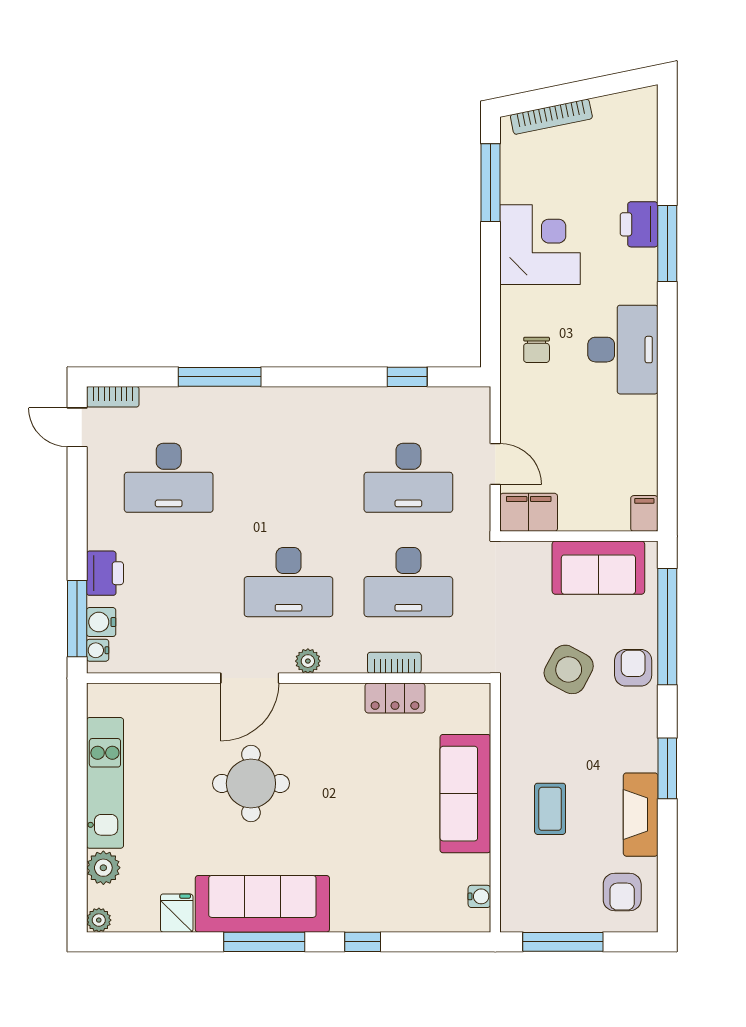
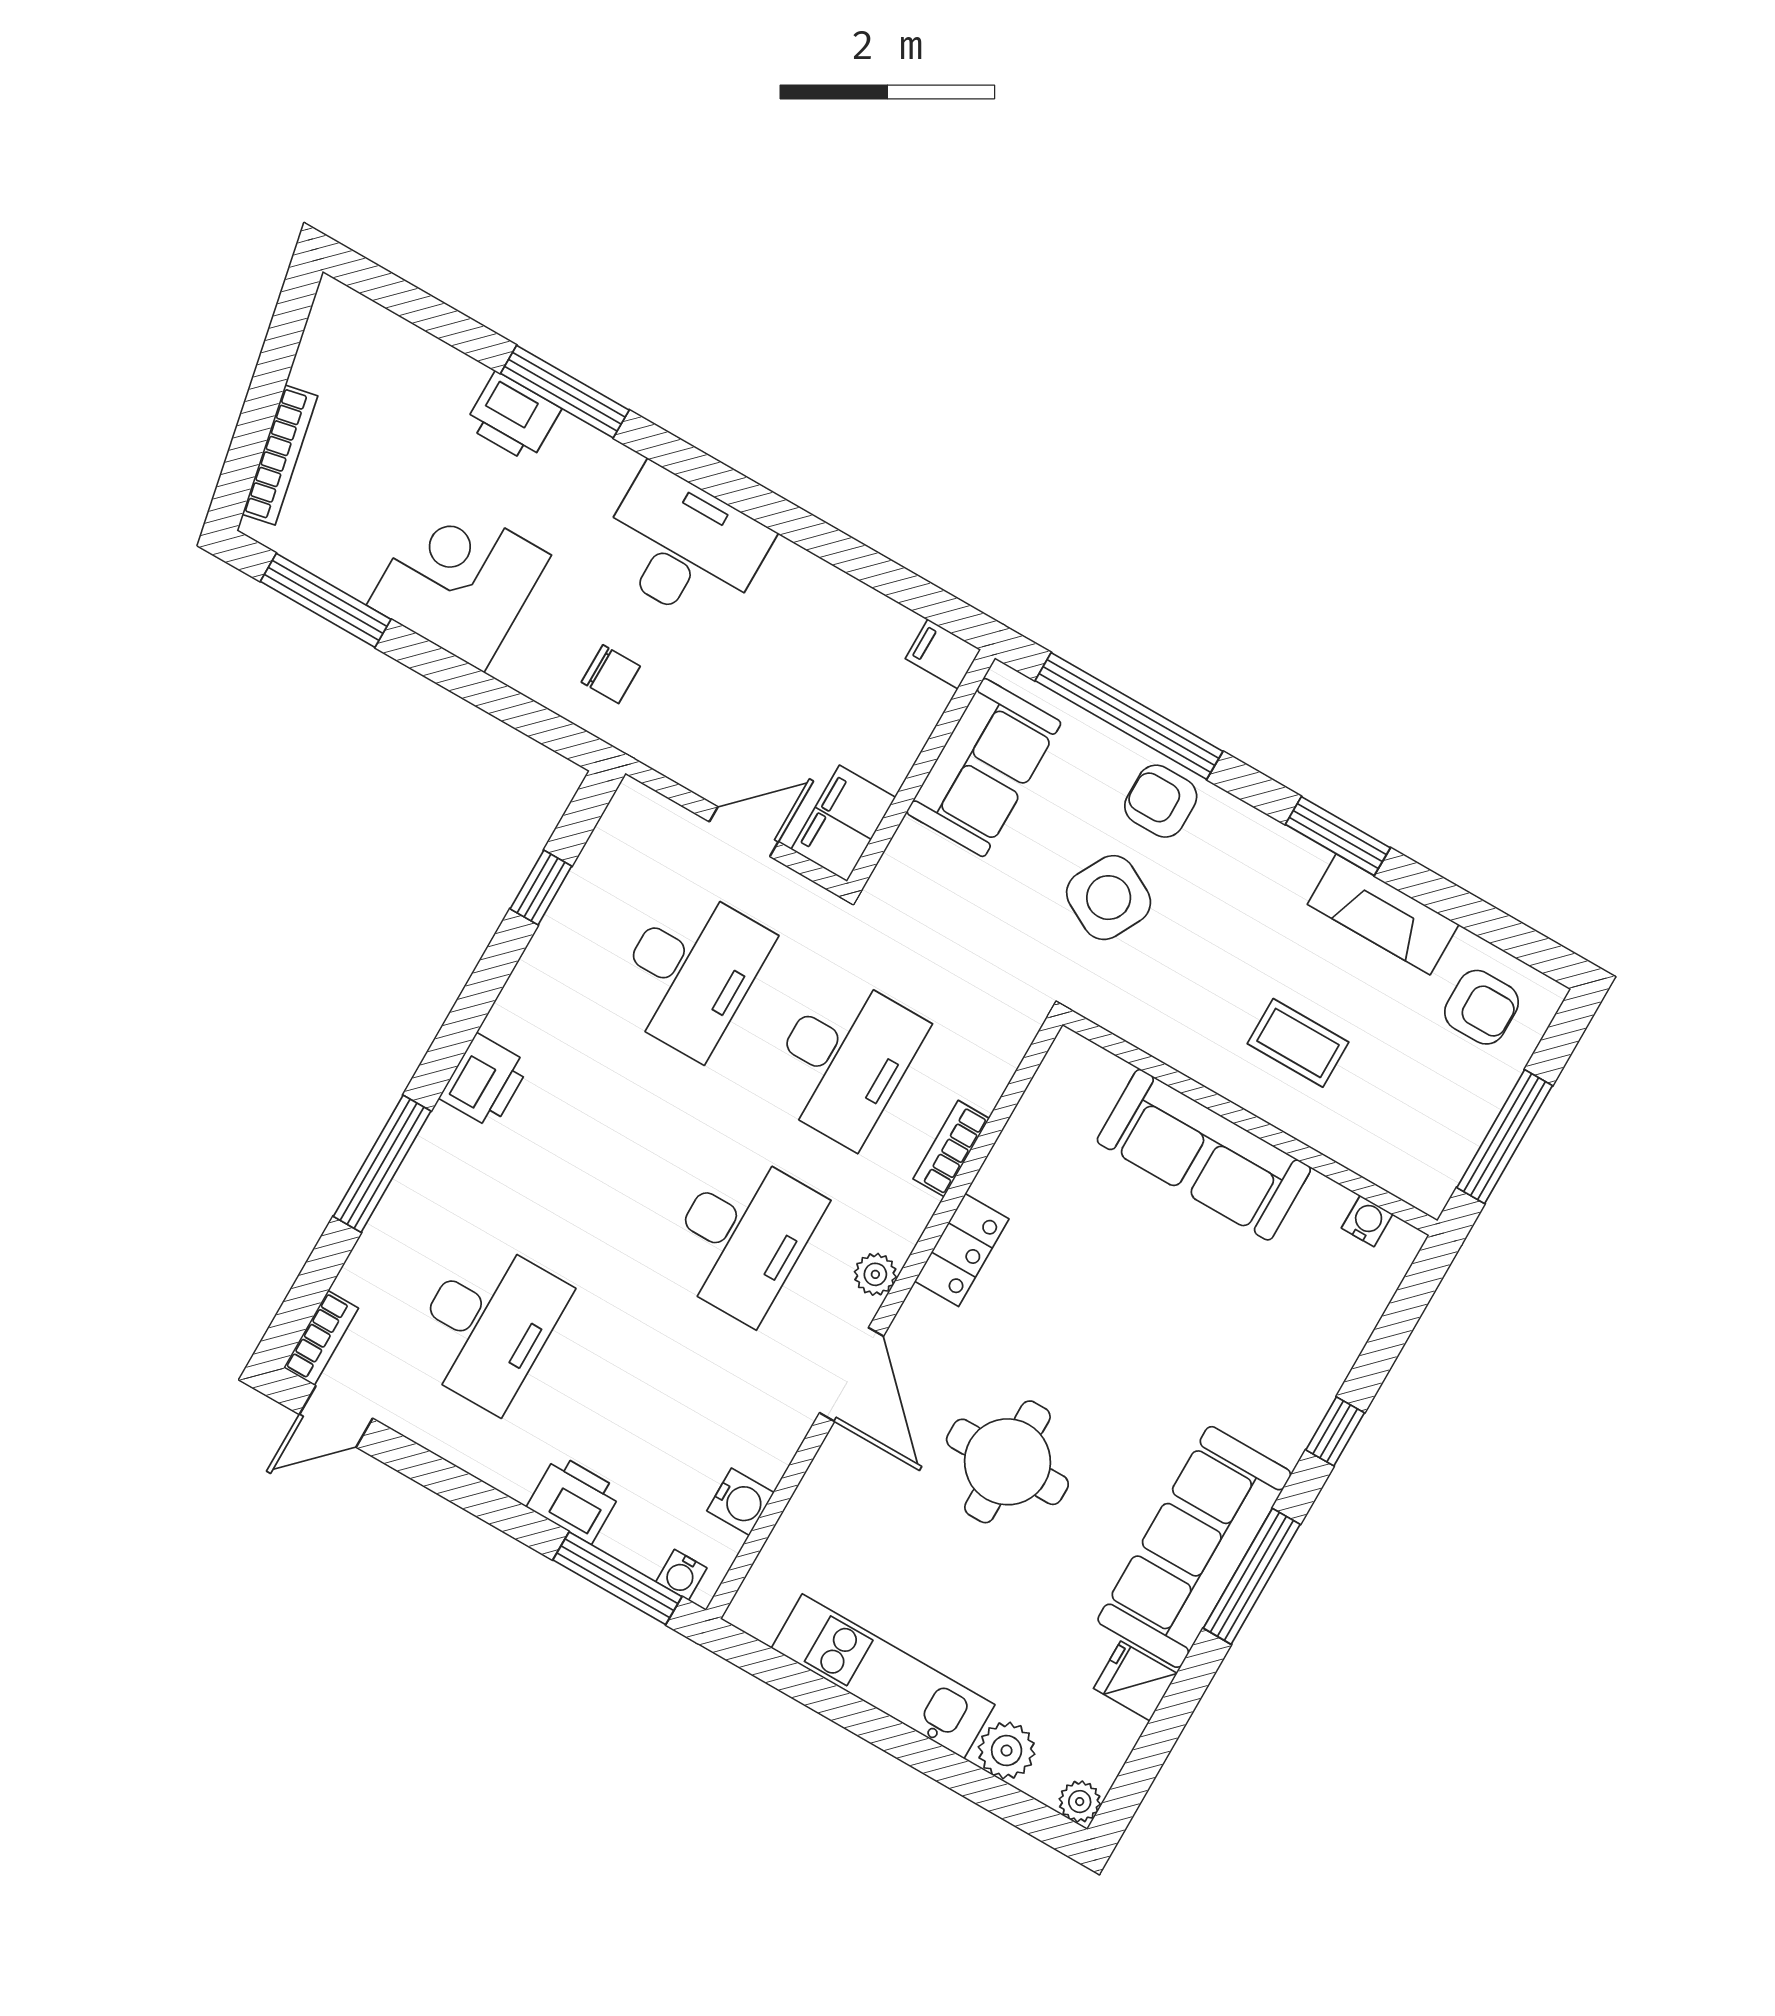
printer: (292, 405) -> (485, 1081), added
water cooler: (101, 622) -> (740, 1502), moved, turned -90
locker: (395, 698) -> (962, 1250), moved

